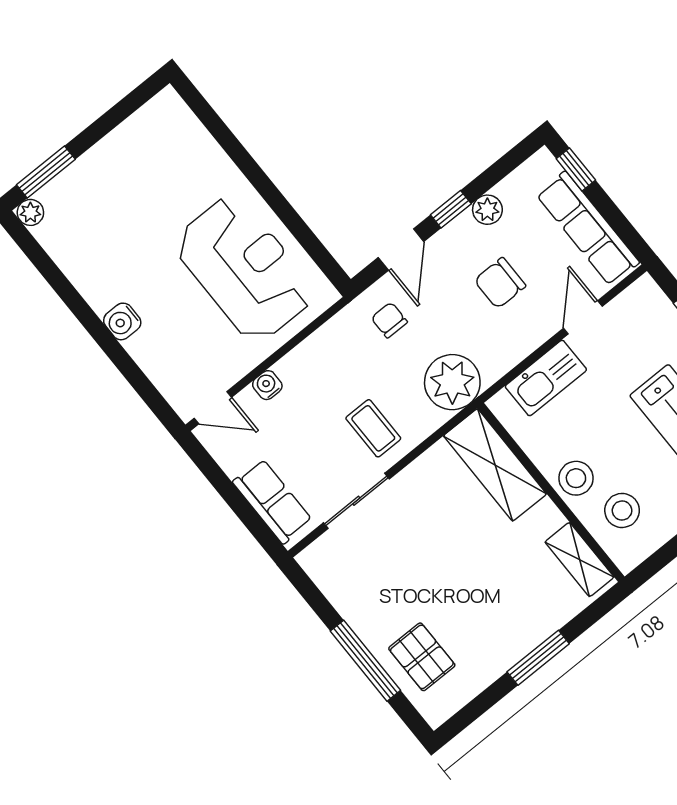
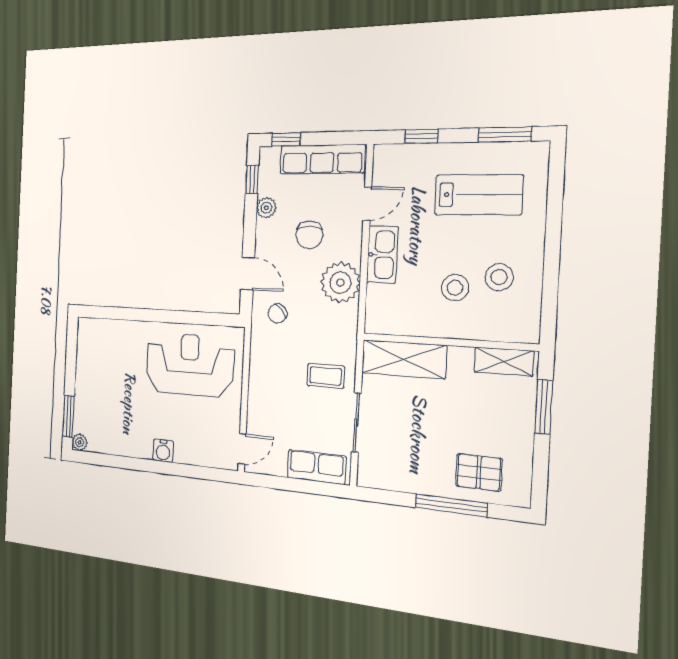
window: (451, 209) -> (252, 180), moved
door: (583, 317) -> (367, 204), swing flipped
chair: (389, 320) -> (277, 314), turned -43
plant: (452, 382) -> (340, 283), moved
water cooler: (267, 385) -> (255, 410), removed
shelving: (495, 465) -> (404, 359), moved
wall: (551, 492) -> (448, 342), moved
shelving: (579, 559) -> (504, 362), moved

